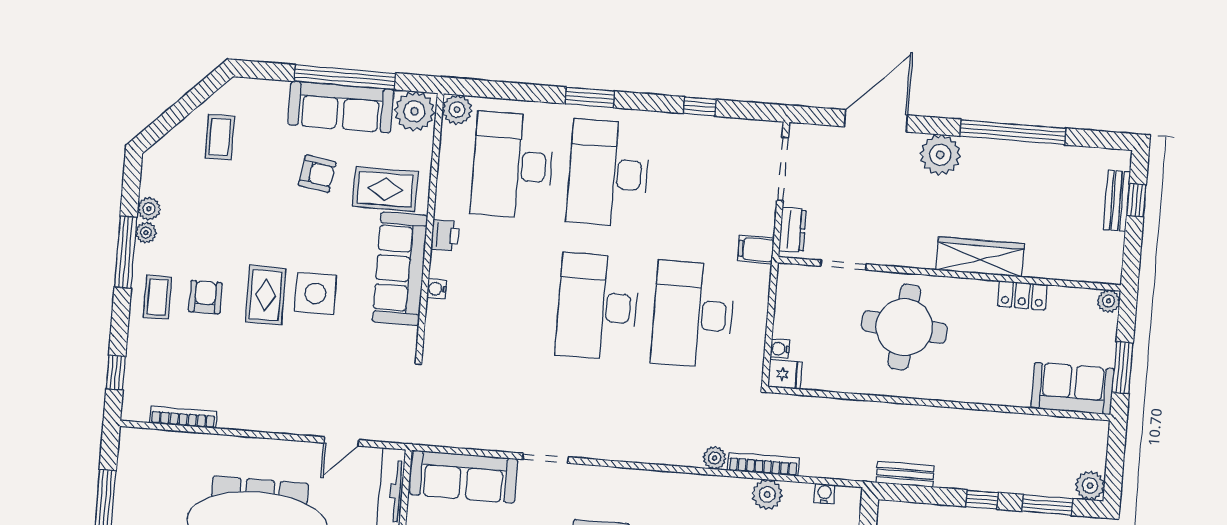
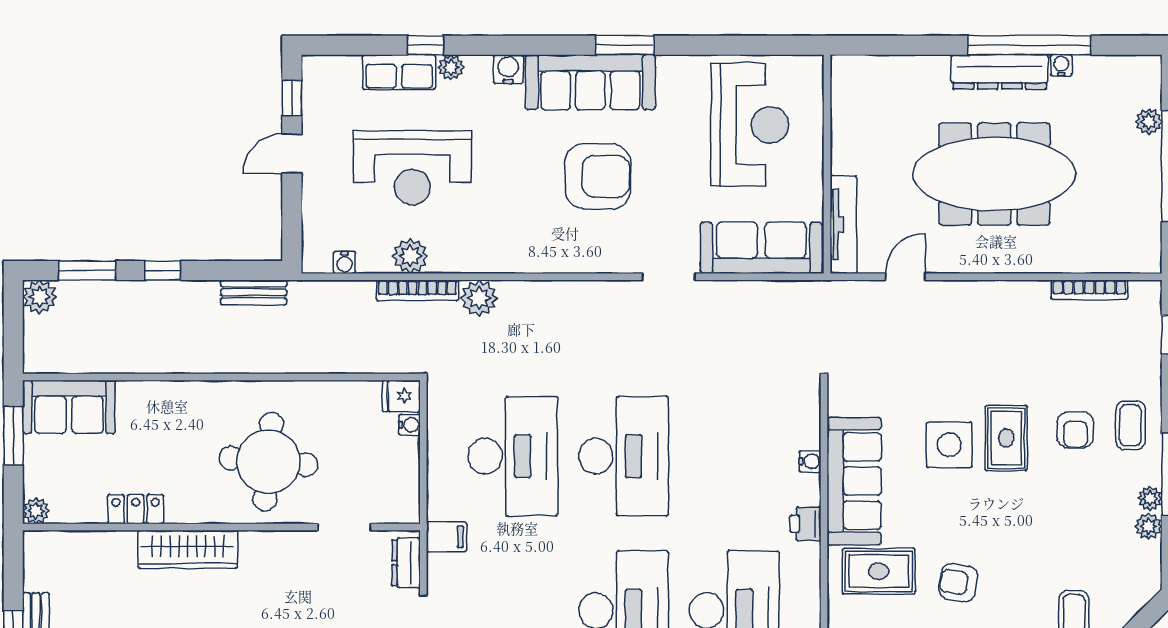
plant: (715, 458) -> (479, 298), width x1.38, depth x1.38

